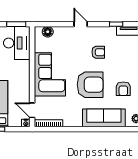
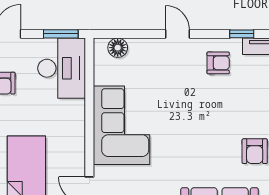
armchair: (98, 52) -> (218, 63), moved
armchair: (90, 85) -> (194, 144), removed

